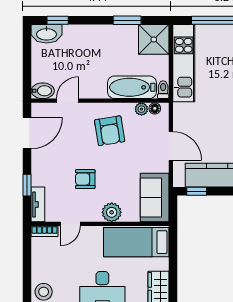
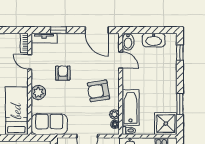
washbasin: (47, 34) -> (154, 40), moved, turned -90

